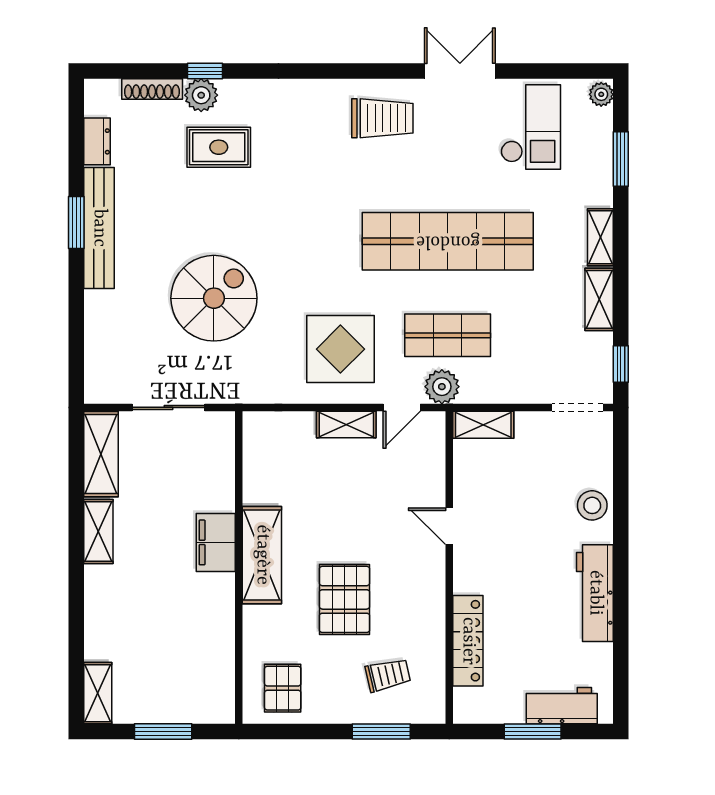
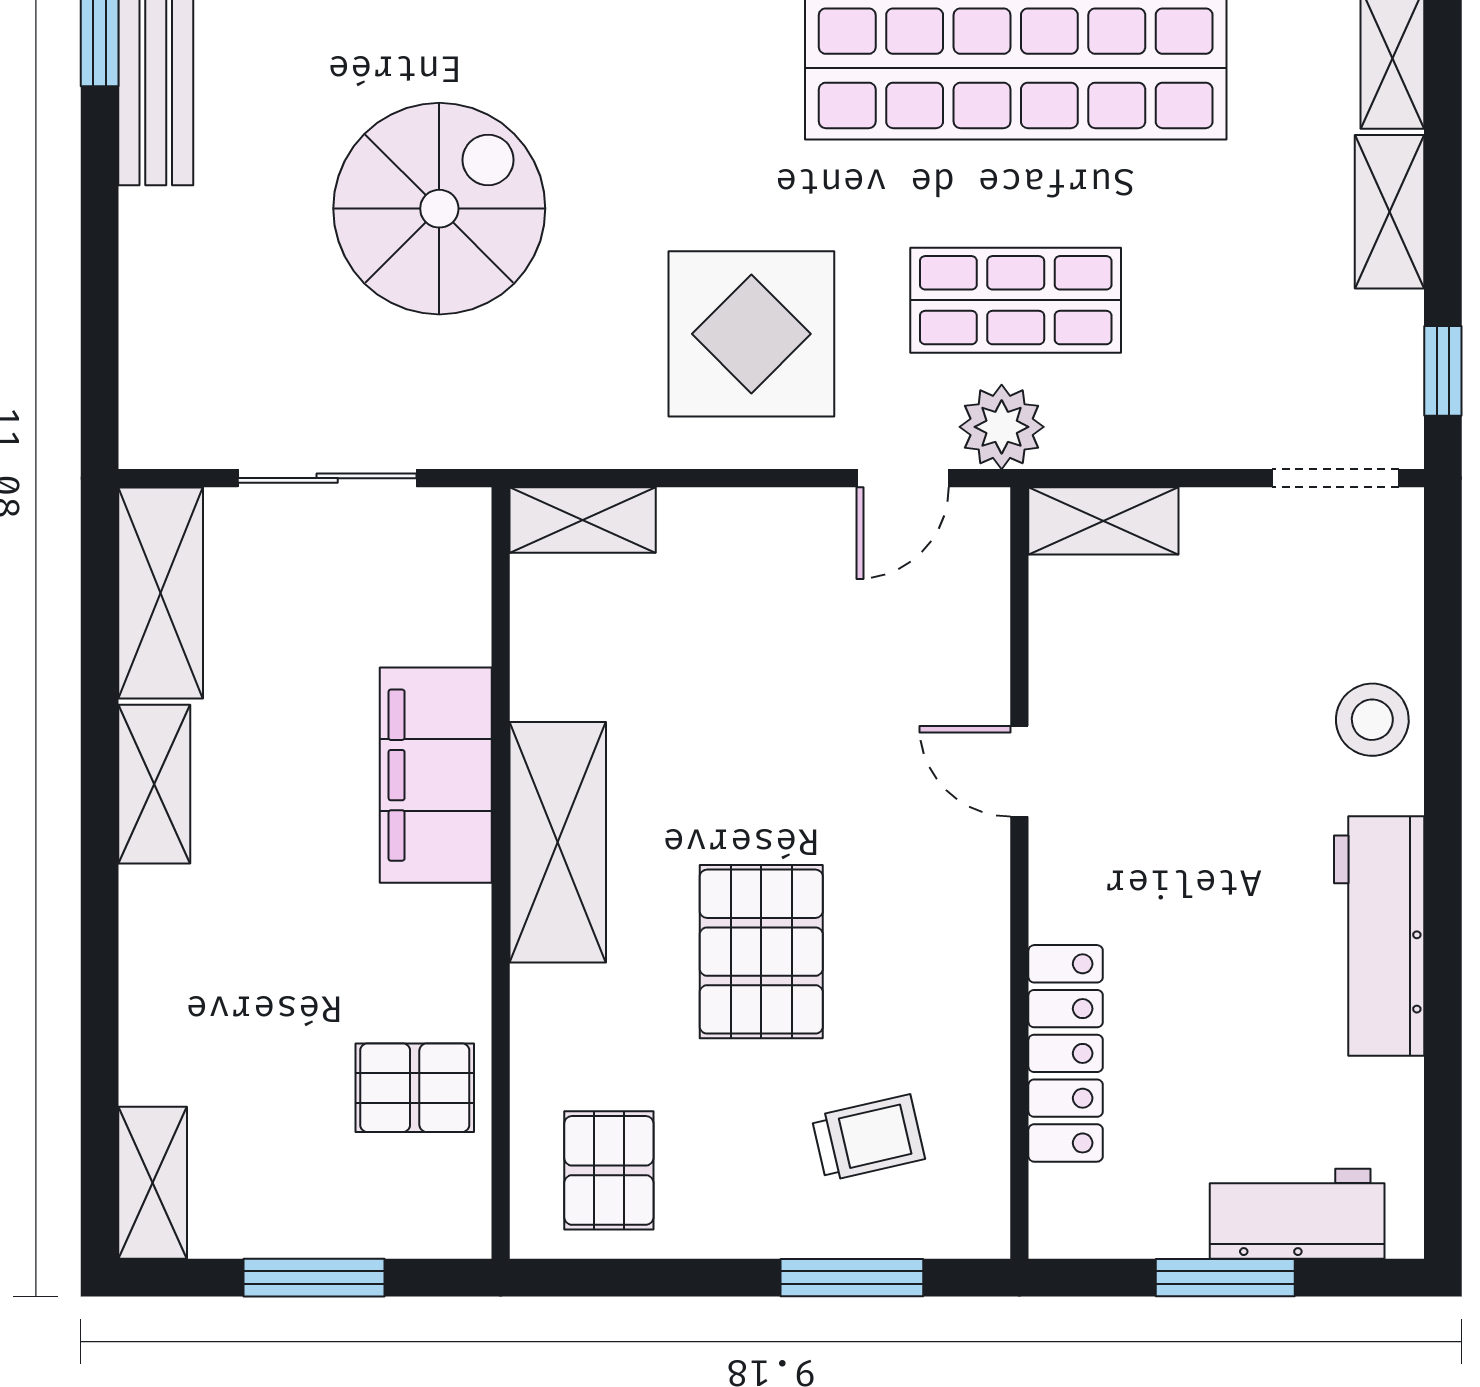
shelving: (346, 424) -> (583, 520), moved
filing cabinet: (216, 542) -> (436, 775), width x1.50, depth x1.17
pallet: (204, 655) -> (415, 1088), added

